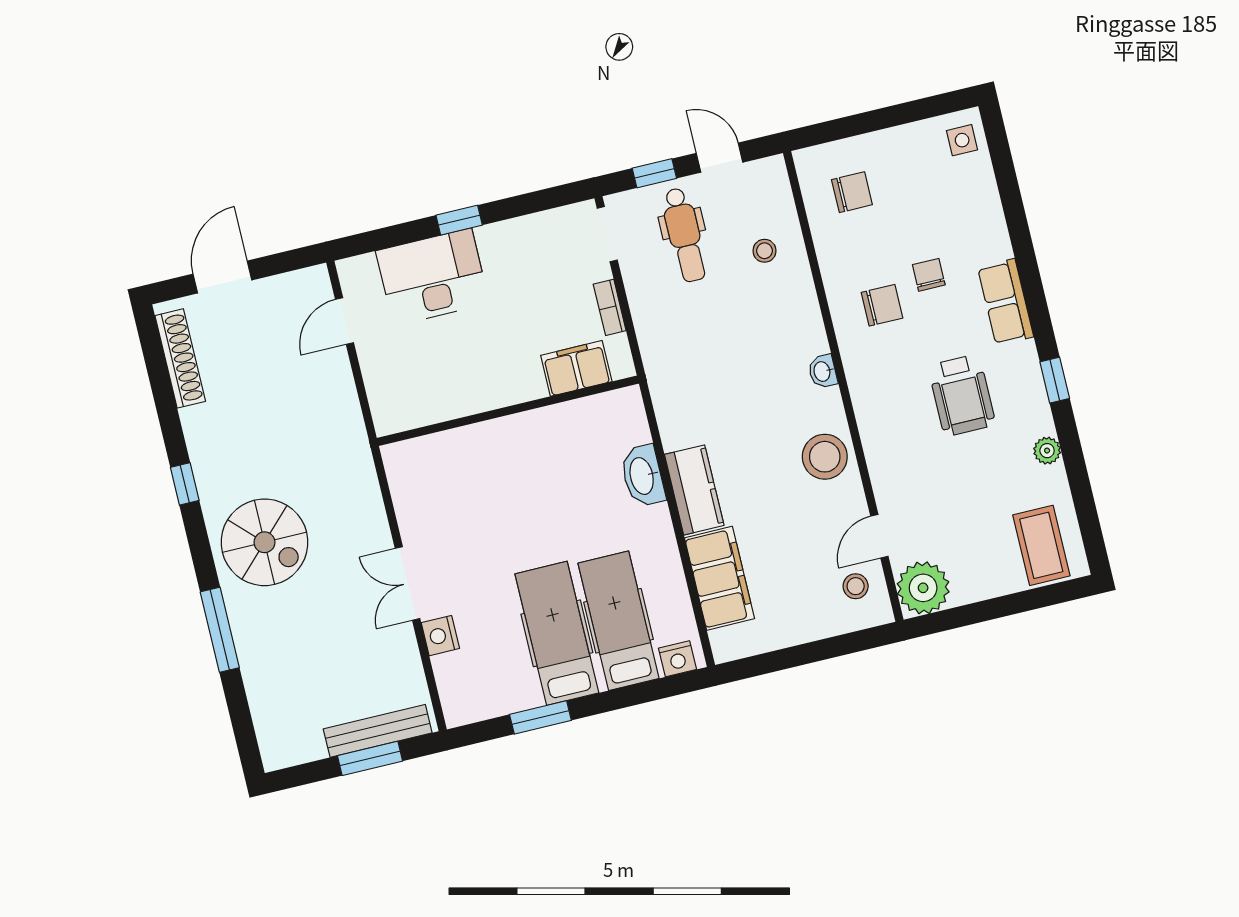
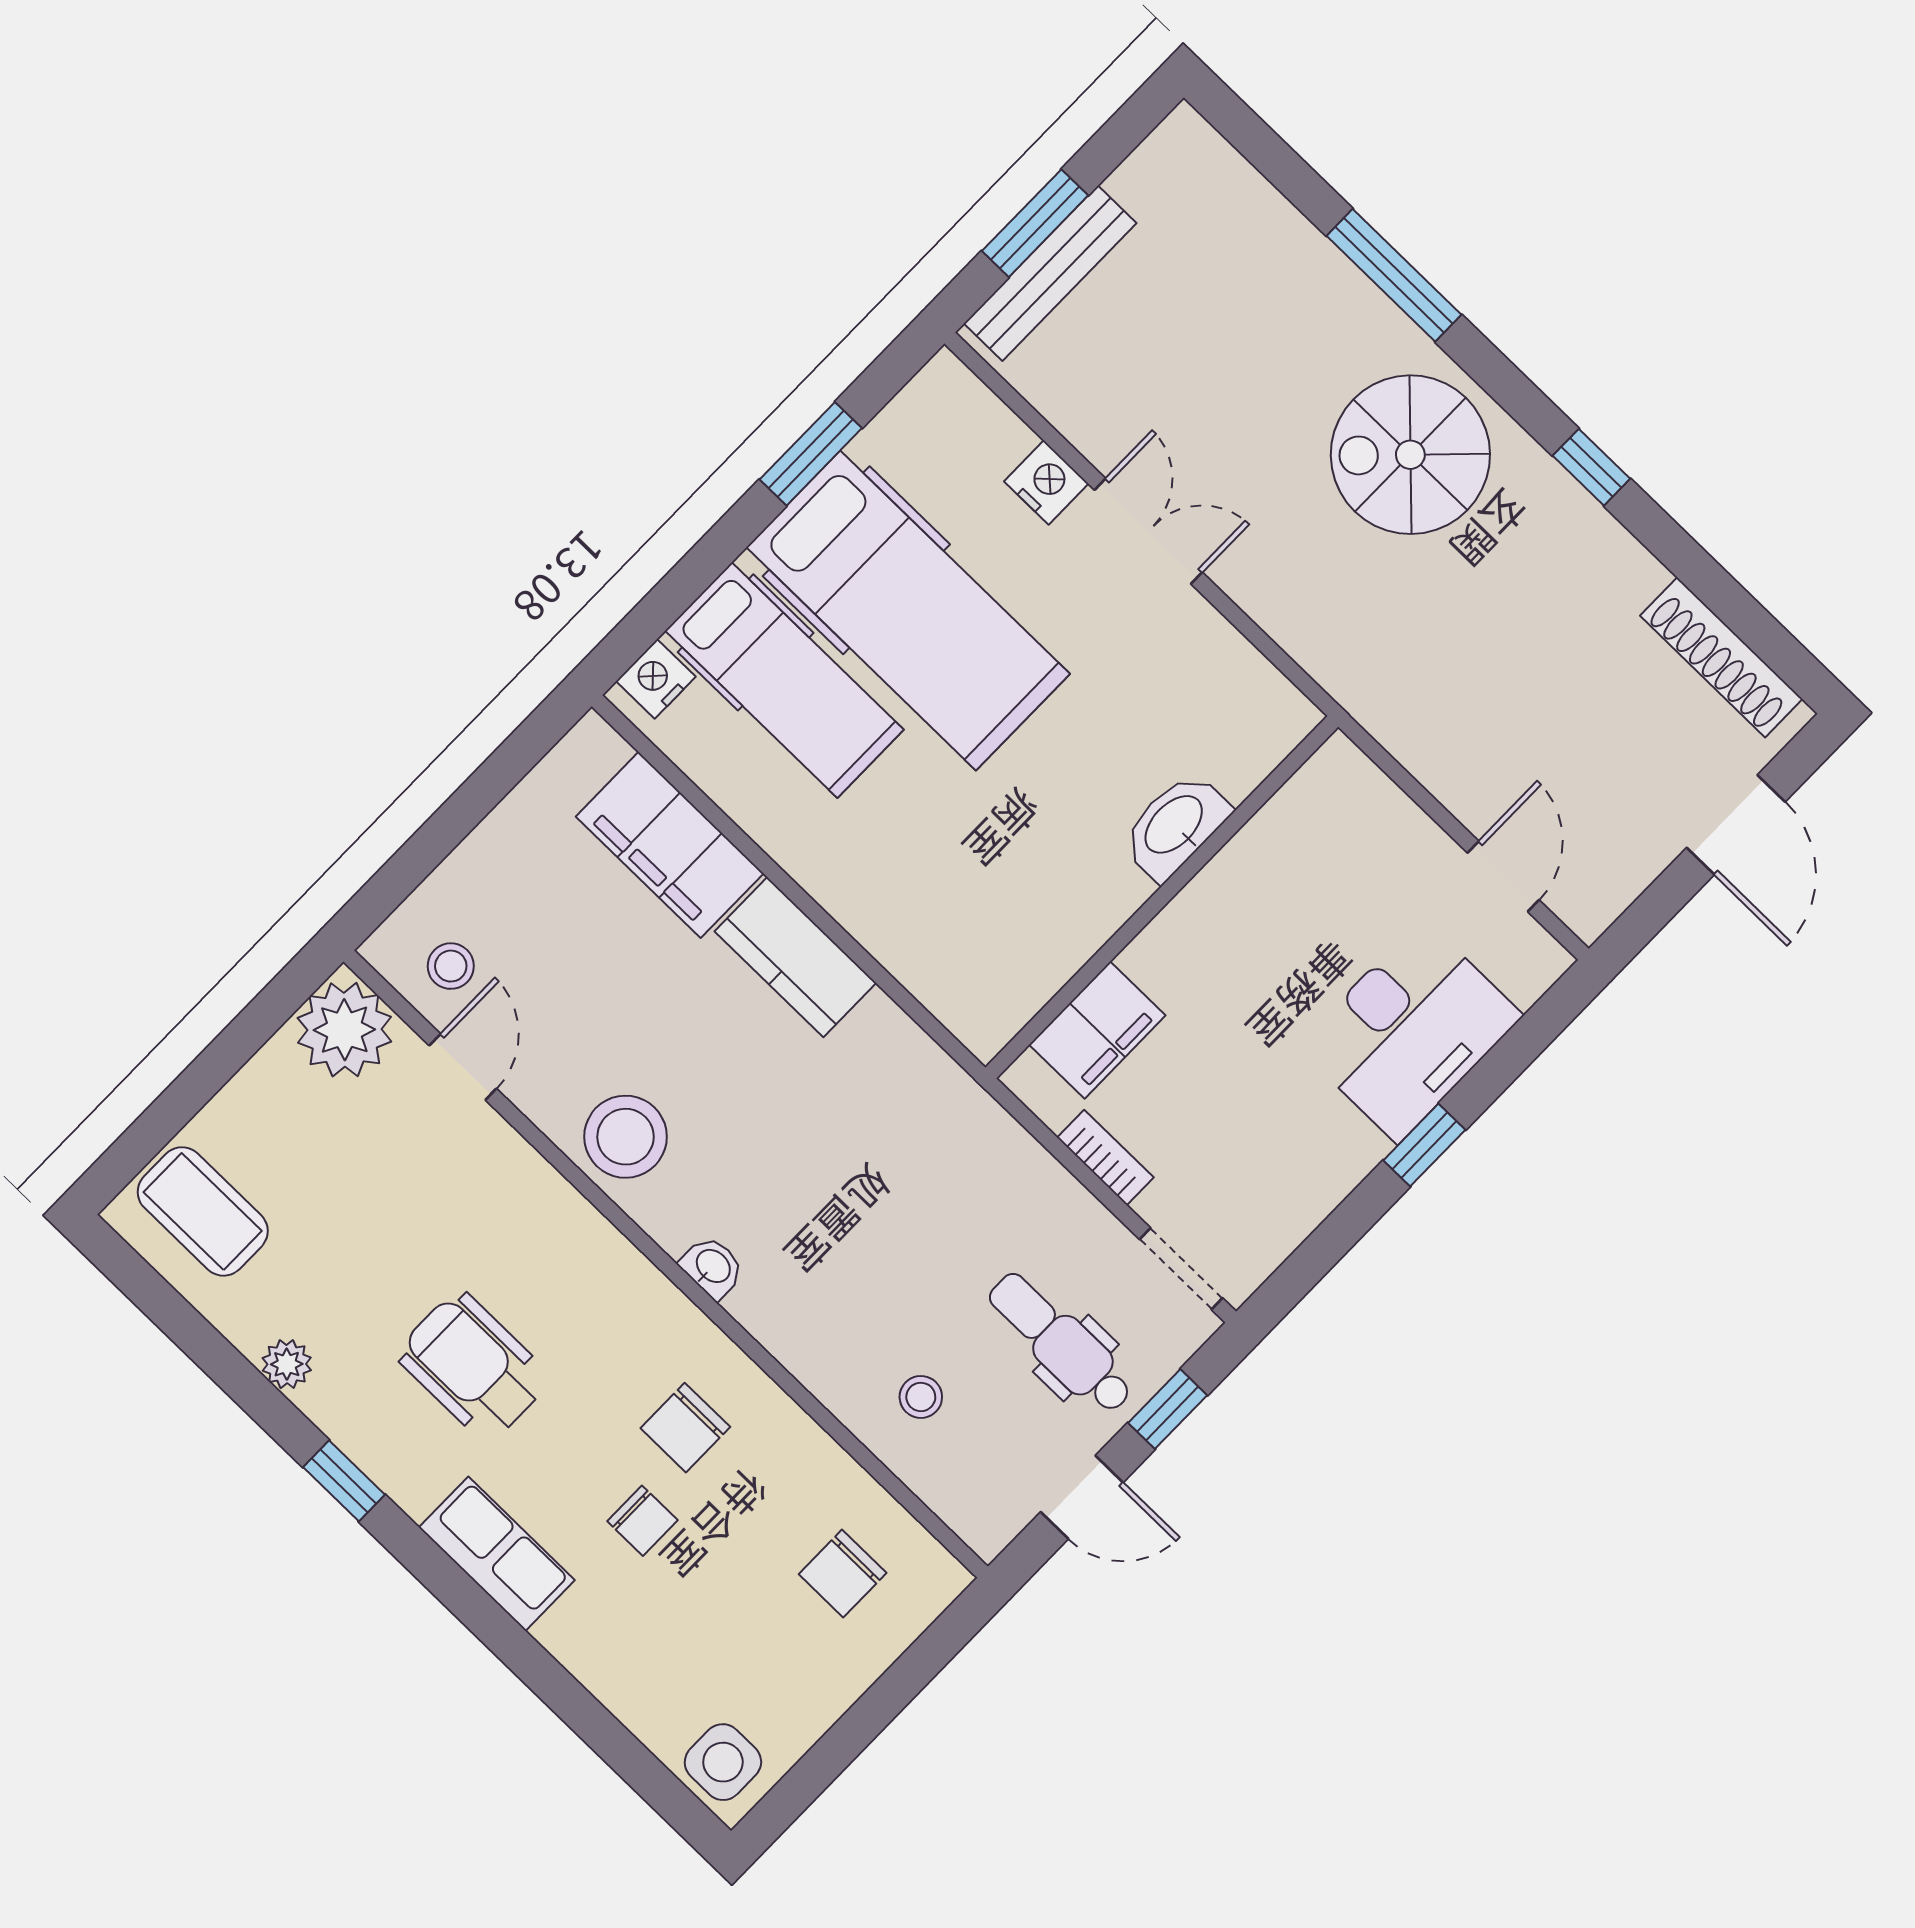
side table: (962, 140) -> (723, 1762), width x1.37, depth x1.37
washbasin: (643, 476) -> (1175, 826), moved, turned -90
hospital bed: (557, 633) -> (908, 611), width x1.37, depth x1.29

